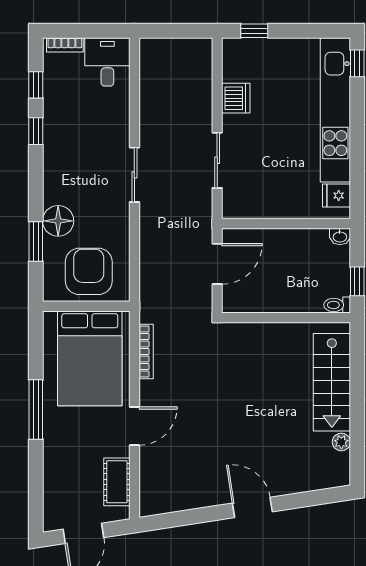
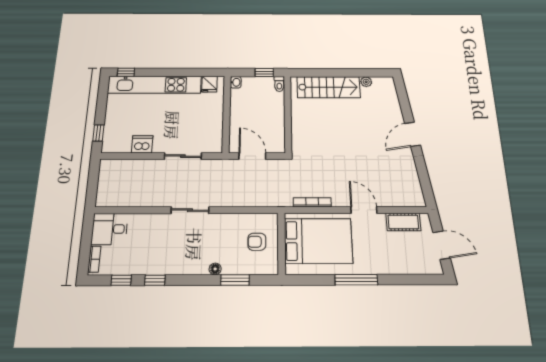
floor lamp: (58, 221) -> (215, 269), width x0.53, depth x0.53
armchair: (89, 271) -> (257, 242), width x0.53, depth x0.53

